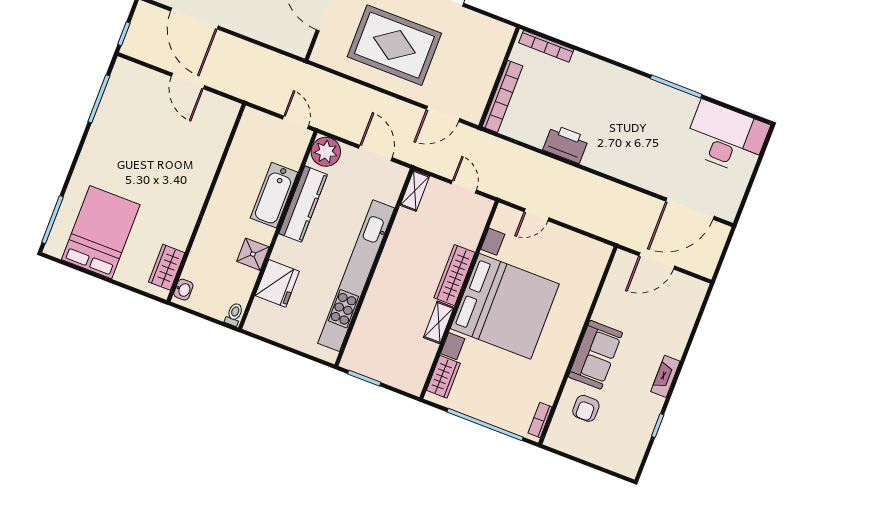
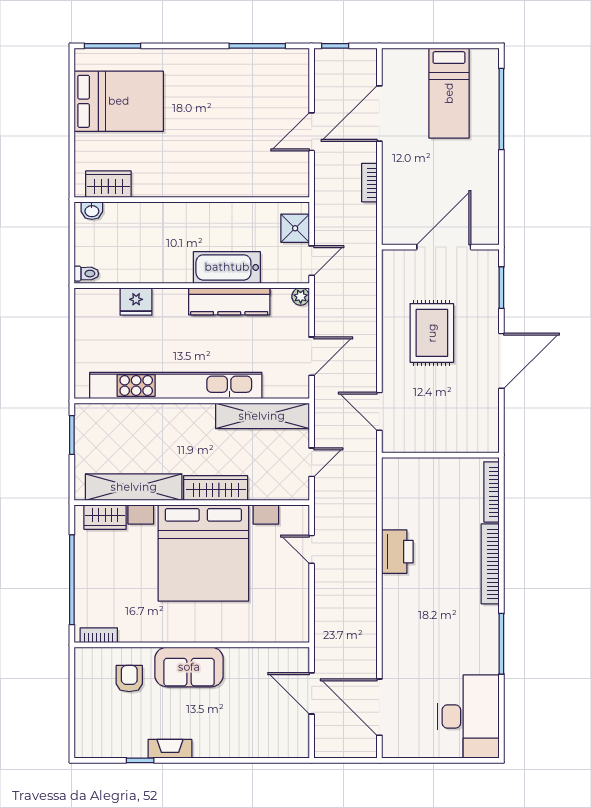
rug: (394, 45) -> (432, 333), width x0.73, depth x0.69
bookcase: (249, 49) -> (369, 183), added
bookcase: (503, 96) -> (490, 564), moved, turned 90
plant: (326, 152) -> (301, 297), width x0.53, depth x0.53
shelving: (415, 191) -> (262, 416), width x2.20, depth x1.33
shower: (253, 254) -> (295, 228), moved
fridge: (277, 283) -> (136, 301), width x0.73, depth x0.75
shelving: (439, 322) -> (134, 487), width x2.20, depth x1.33
fireplace: (665, 376) -> (170, 749), moved
armchair: (586, 408) -> (129, 679), turned 90

